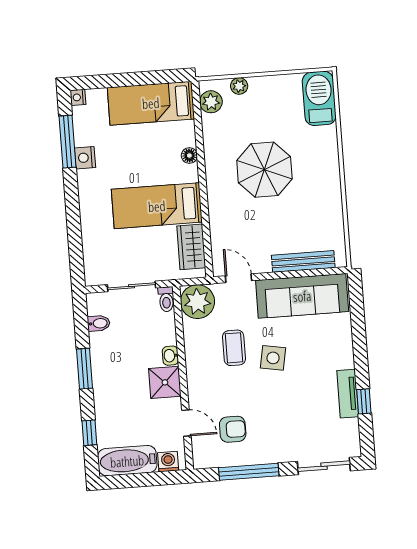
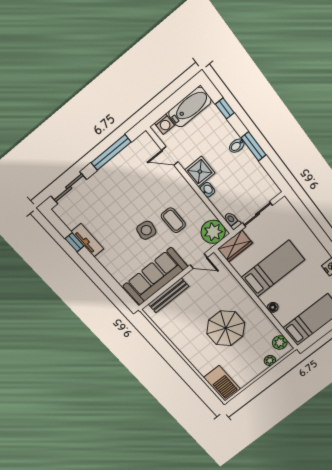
wardrobe: (191, 247) -> (235, 246), moved, turned 90
bidet: (99, 323) -> (237, 146), moved
armchair: (233, 429) -> (140, 172), removed

